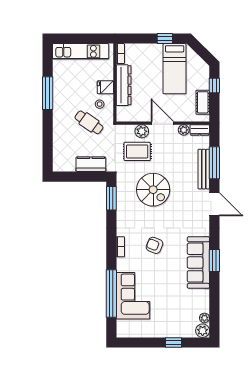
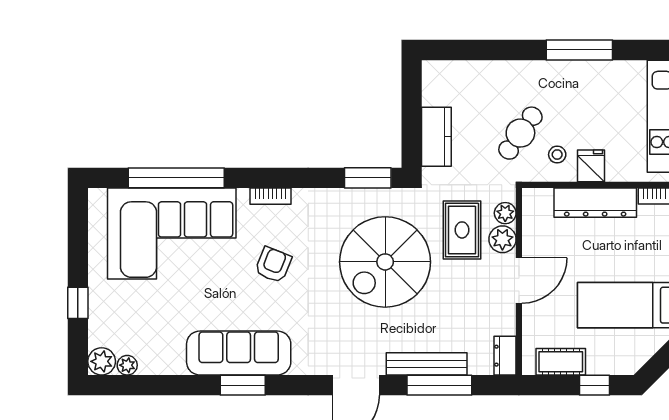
plant: (184, 130) -> (505, 213), moved
spiral stairs: (153, 190) -> (385, 262), width x1.37, depth x1.37
corner sofa: (133, 296) -> (172, 234), width x1.36, depth x1.36

